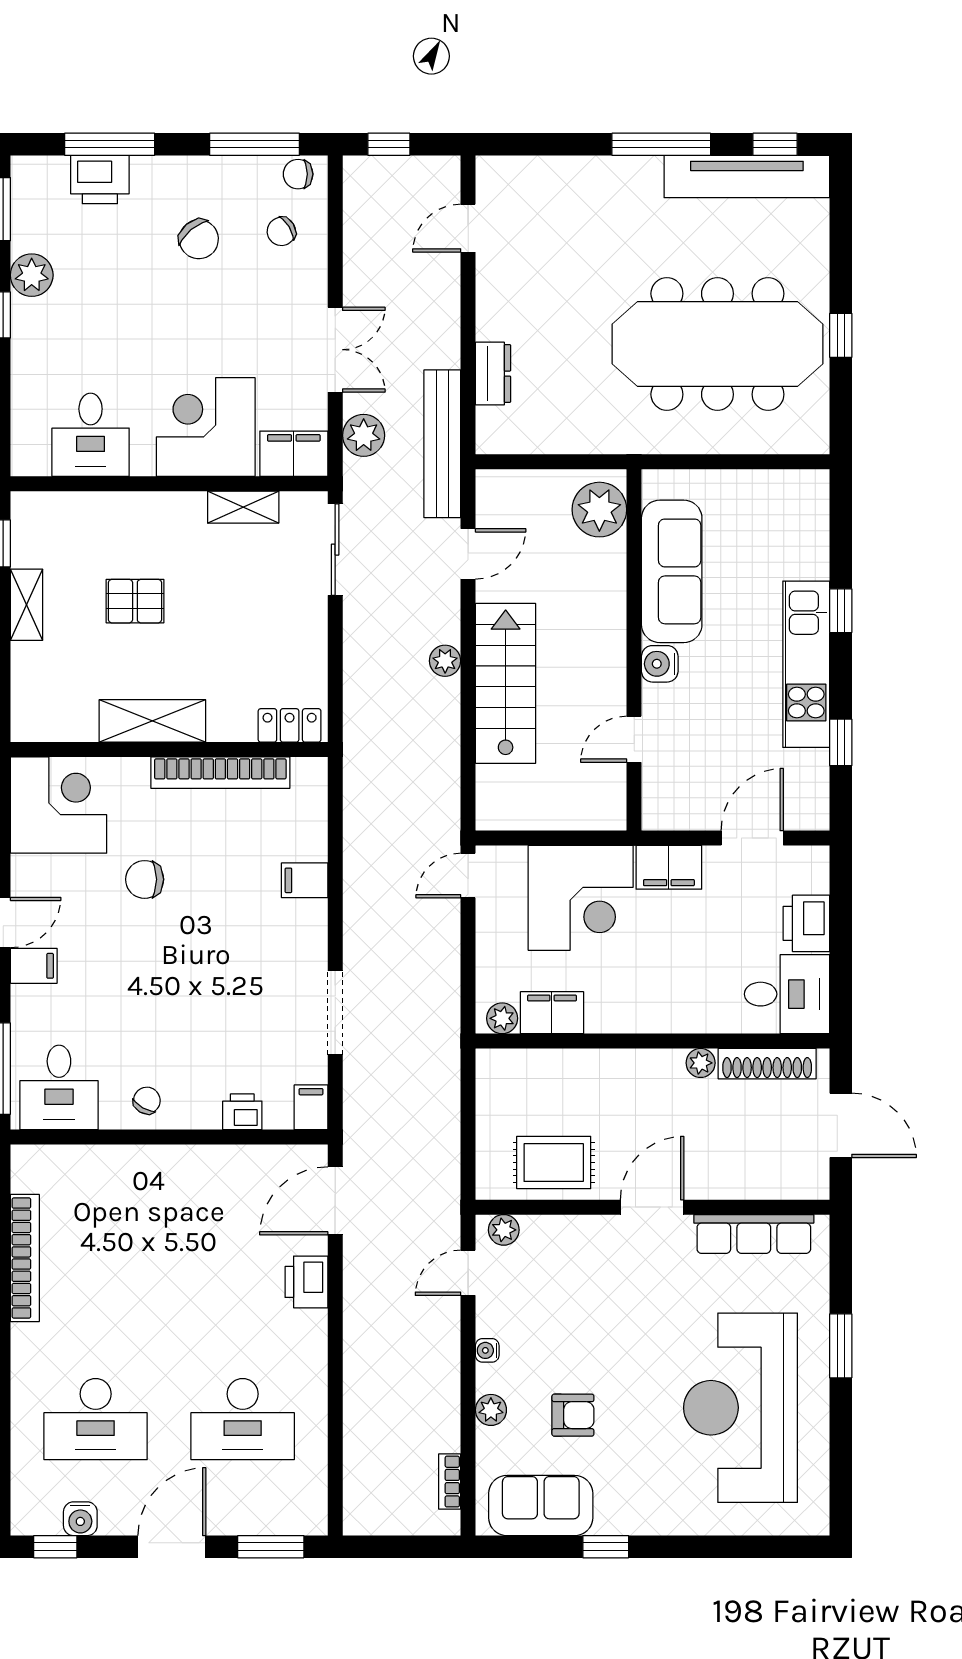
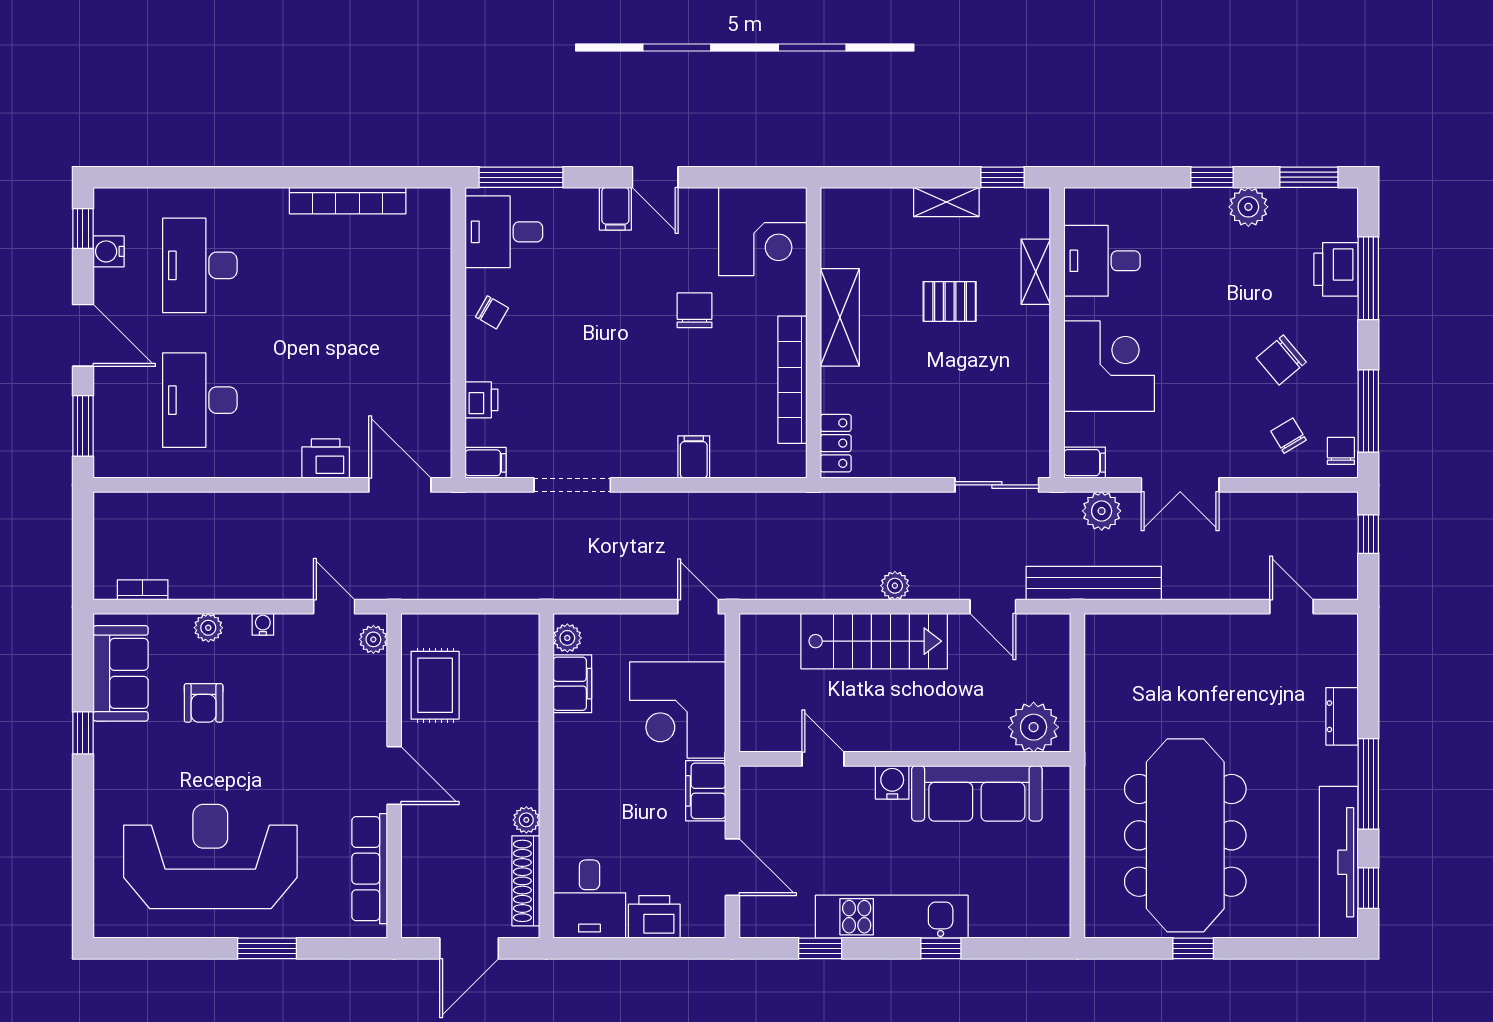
dresser: (493, 374) -> (1342, 716), moved, turned 90
filing cabinet: (294, 454) -> (1085, 463), width x0.50
shelving: (243, 507) -> (1036, 272), moved
pallet: (135, 601) -> (950, 301), turned 90

